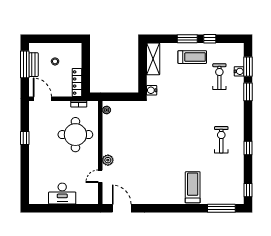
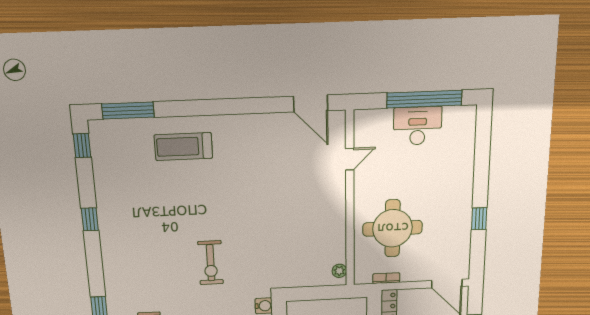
exercise bike: (221, 140) -> (211, 263), moved
plant: (108, 160) -> (337, 188), removed
treadmill: (193, 187) -> (183, 147), turned 90
window: (59, 208) -> (424, 99), added

